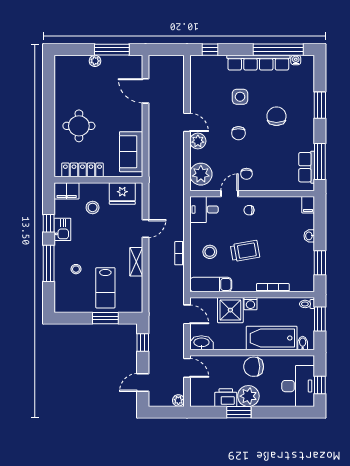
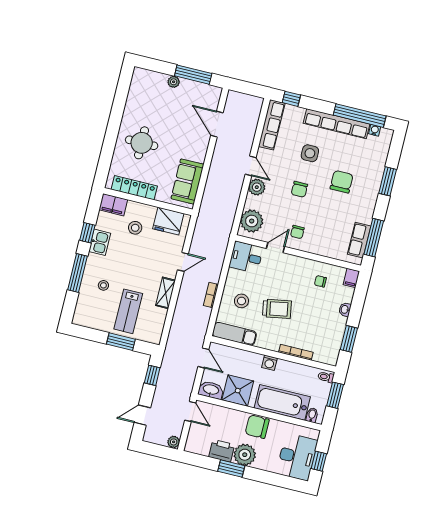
row of seats: (197, 79) -> (272, 125), added
chair: (249, 210) -> (320, 281), moved
shower: (230, 310) -> (238, 391), moved

